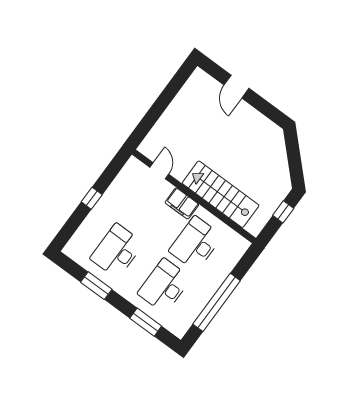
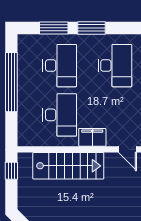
window: (283, 212) -> (11, 171), moved
window: (96, 286) -> (92, 28), moved

